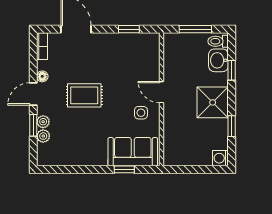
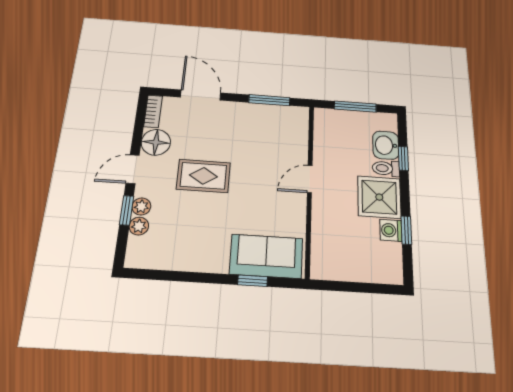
window: (129, 29) -> (269, 100), width x1.50
toilet: (218, 41) -> (386, 168), moved
floor lamp: (42, 76) -> (156, 142), width x1.89, depth x1.89
door: (161, 92) -> (310, 179), hinge flipped
side table: (141, 113) -> (280, 204), removed
washing machine: (220, 158) -> (391, 230), moved

